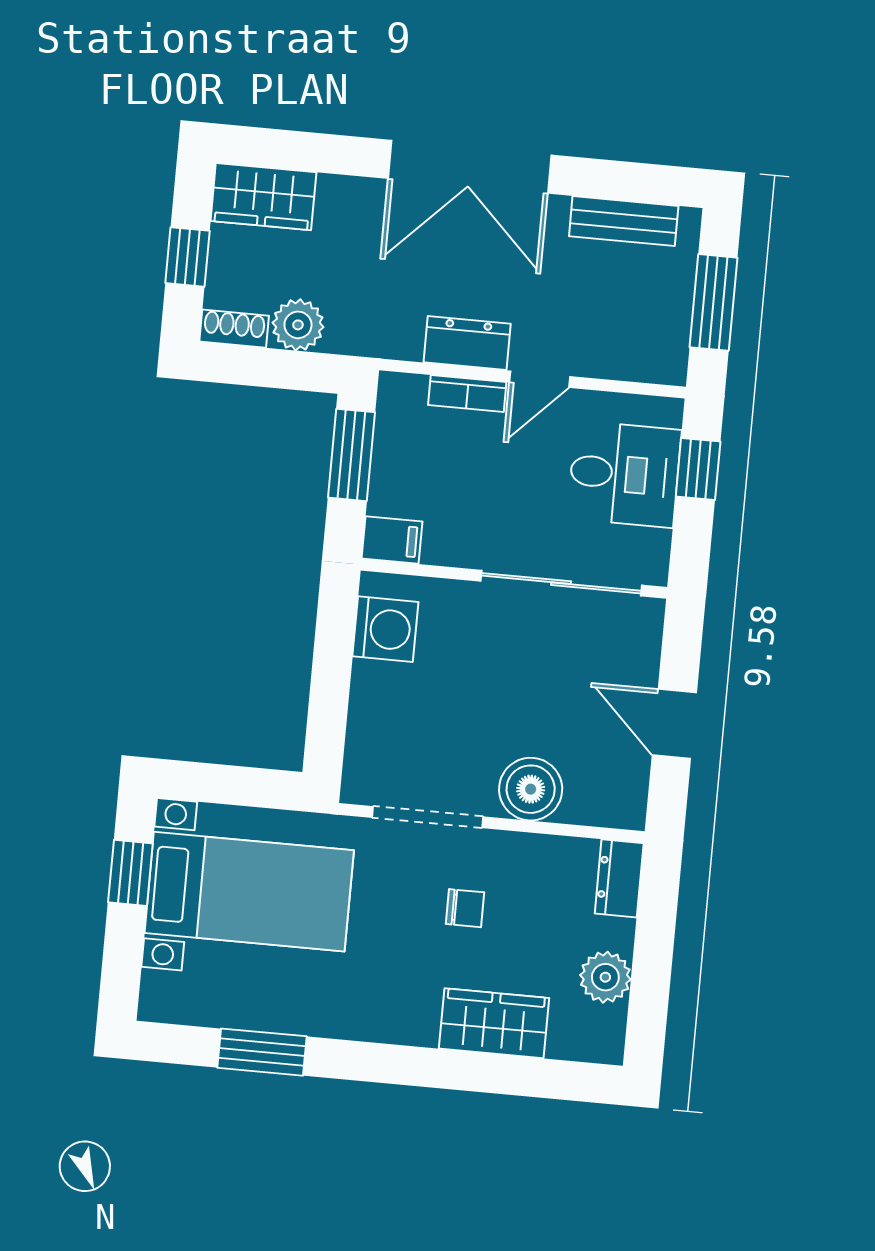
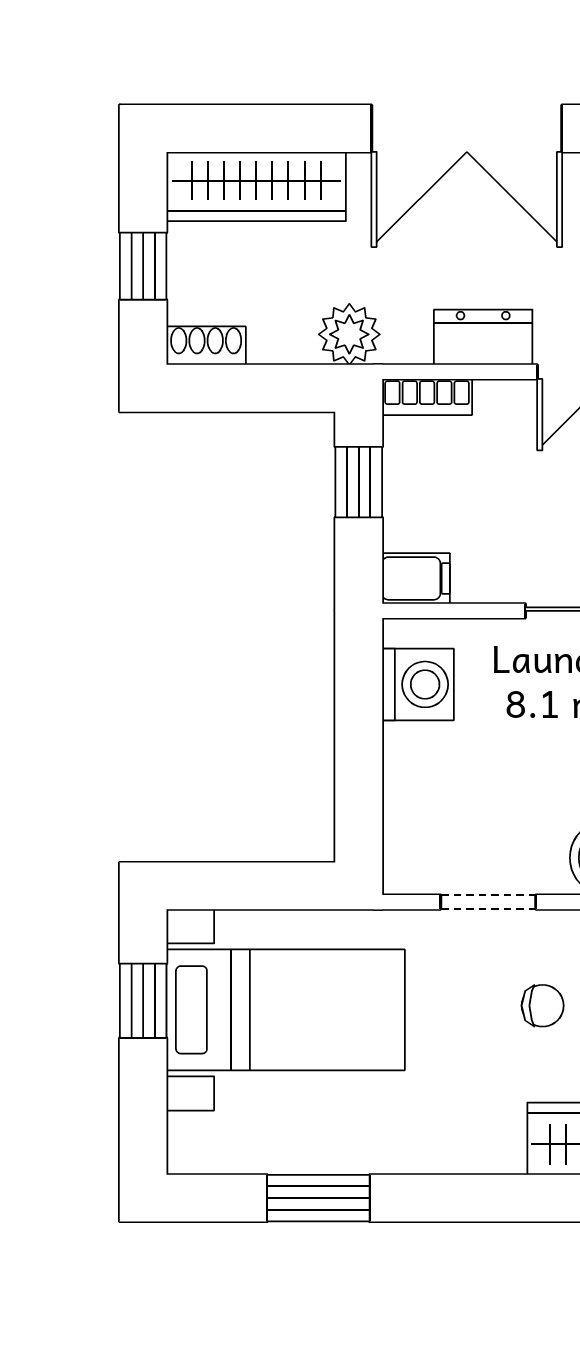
wardrobe: (263, 197) -> (256, 186), width x1.50
plant: (298, 325) -> (349, 334), moved
bookcase: (467, 394) -> (427, 397), moved
window: (351, 455) -> (359, 482), width x0.67
doorway: (427, 817) -> (488, 902), width x0.73

